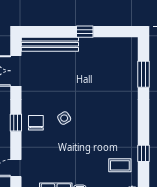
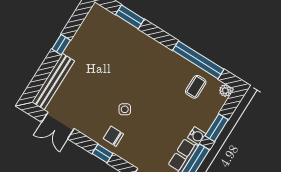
window: (144, 153) -> (198, 60), width x3.17

